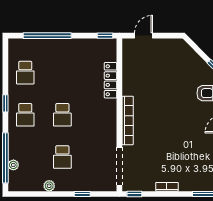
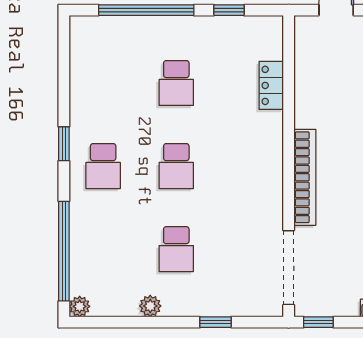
window: (105, 36) -> (229, 10), moved
school desk: (25, 73) -> (176, 83), moved
locker: (111, 80) -> (271, 85), width x0.66
plant: (13, 165) -> (80, 306), moved

